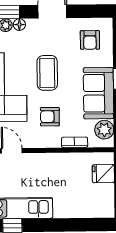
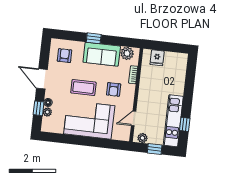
armchair: (90, 40) -> (65, 56), turned -90

